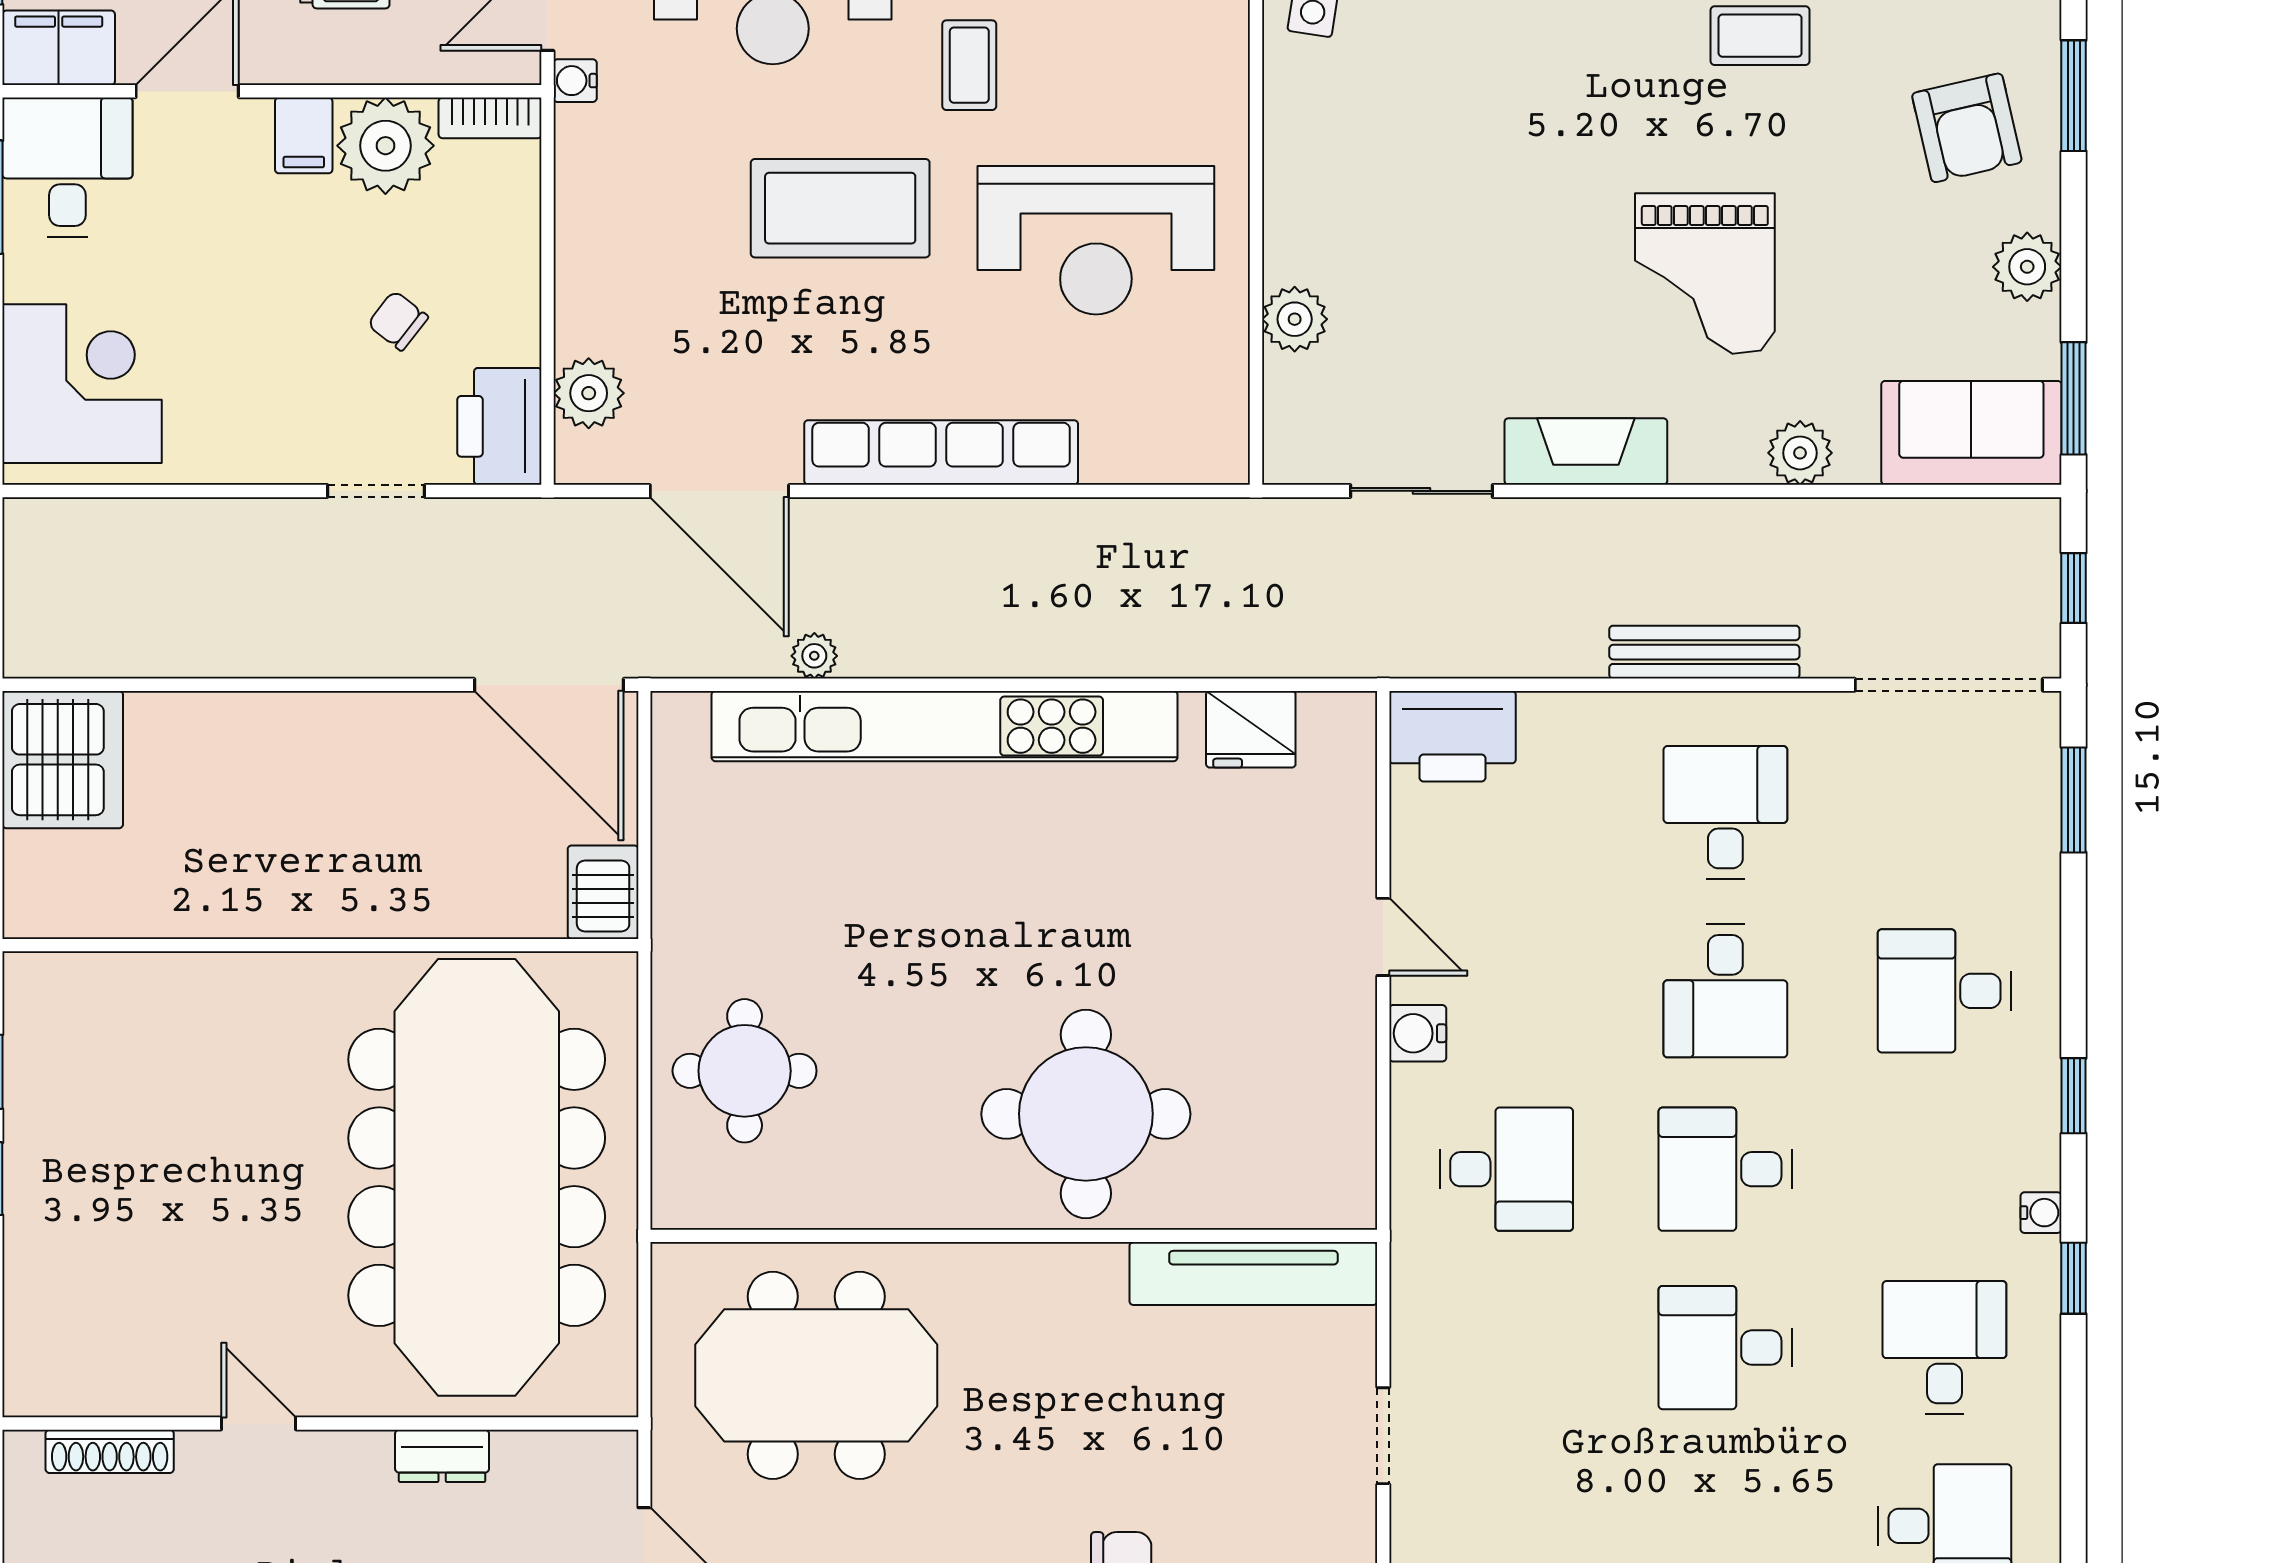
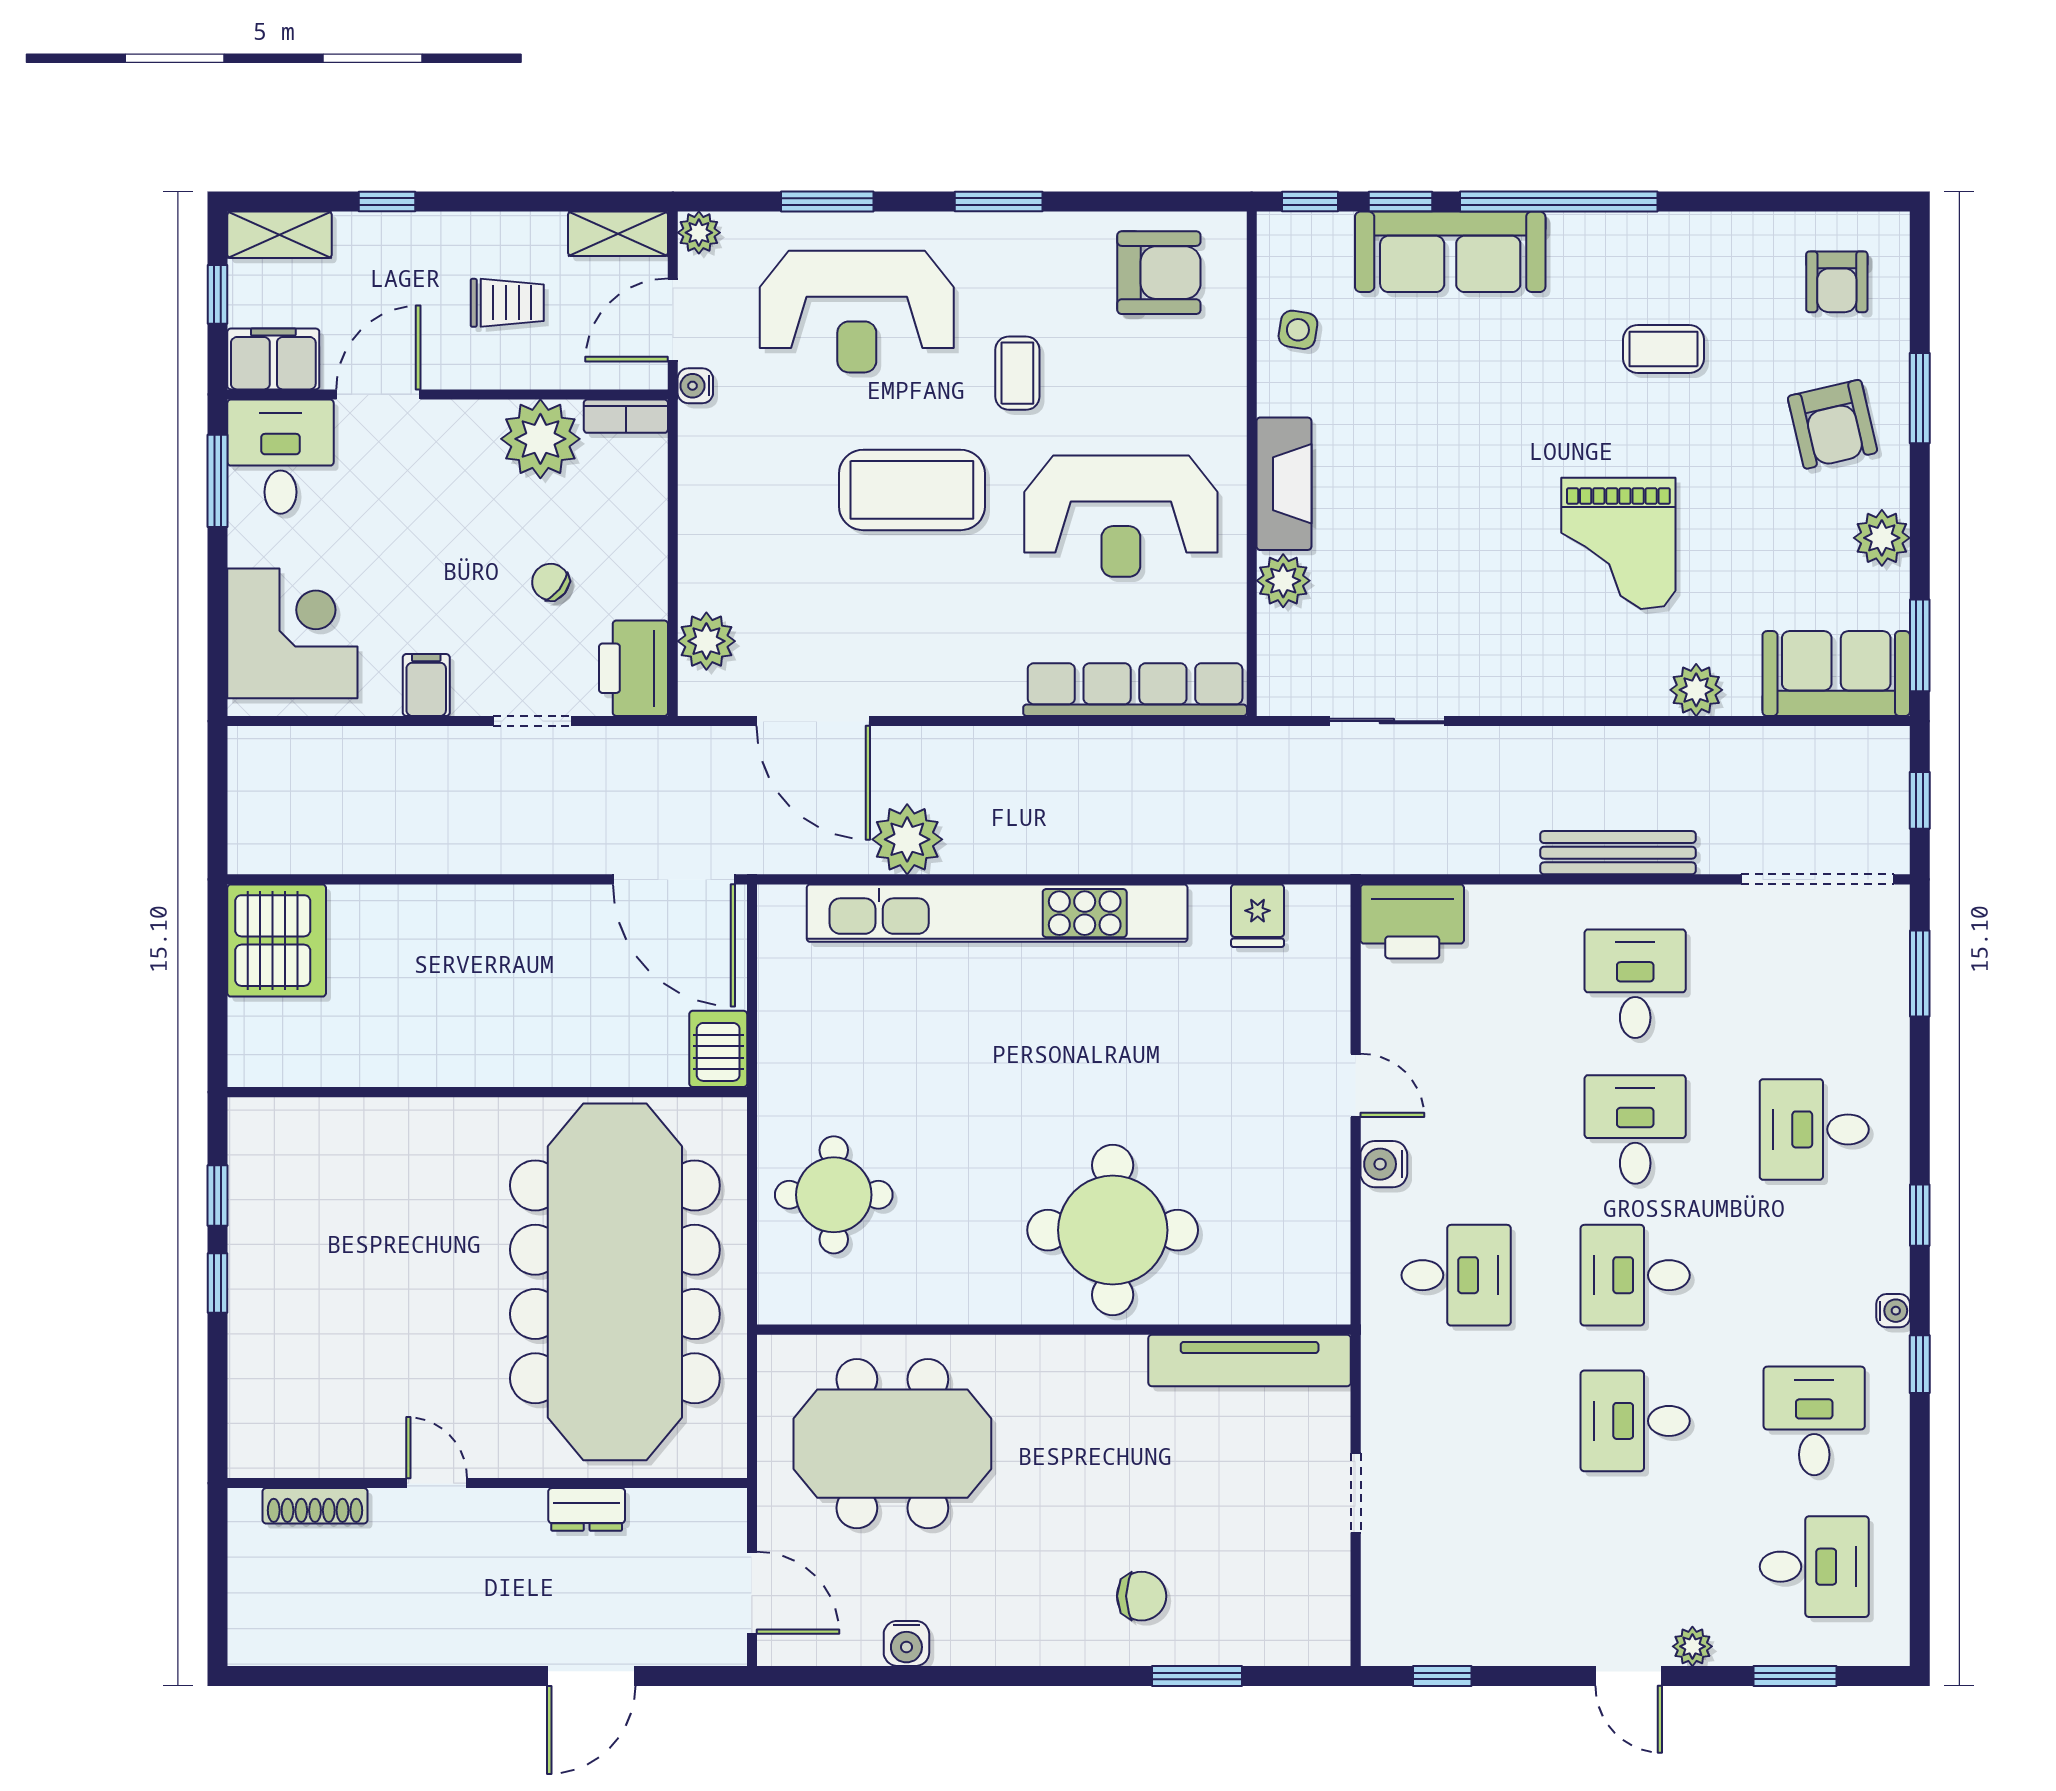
filing cabinet: (304, 135) -> (426, 685), moved, turned 180
fireplace: (1586, 451) -> (1284, 484), moved, turned 90
row of seats: (941, 452) -> (1135, 690), moved
plant: (814, 656) -> (907, 839), width x1.87, depth x1.87
fridge: (1251, 729) -> (1258, 916), width x0.72
desk: (1725, 991) -> (1635, 1129), turned 180

